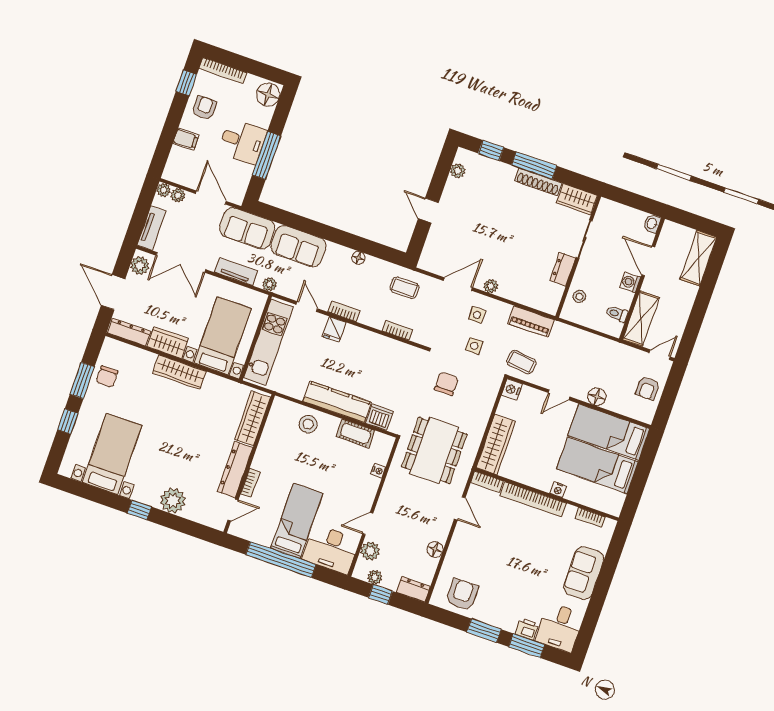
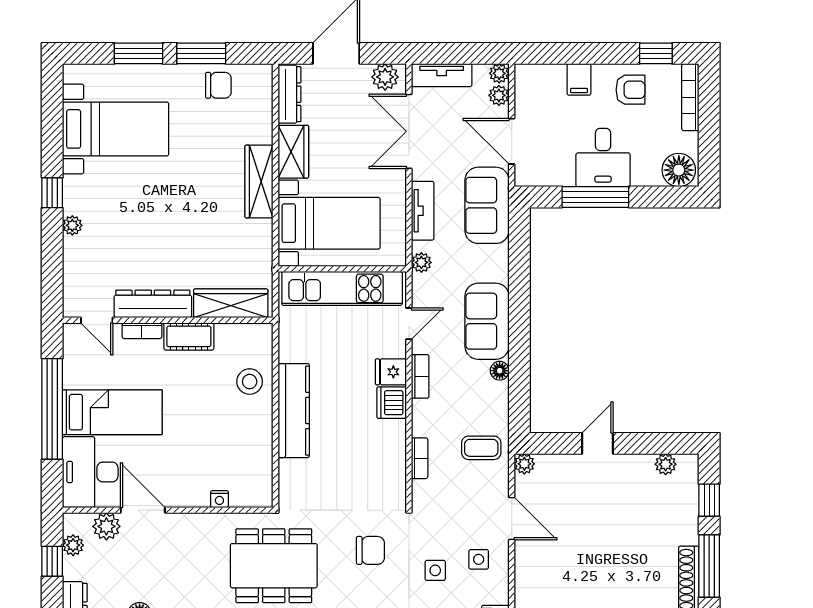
door: (211, 198) -> (512, 141), swing flipped
sofa: (298, 246) -> (487, 321), moved
plant: (491, 286) -> (524, 464), moved
coffee table: (405, 288) -> (481, 448), turned 90
chair: (107, 377) -> (218, 85), turned 180
dishwasher: (379, 417) -> (392, 403), moved, turned 180
window: (68, 422) -> (139, 53), width x1.50
cot: (355, 434) -> (189, 336), moved, turned 90
plant: (173, 501) -> (72, 225), width x0.53, depth x0.53
door: (368, 523) -> (143, 510), width x1.38

